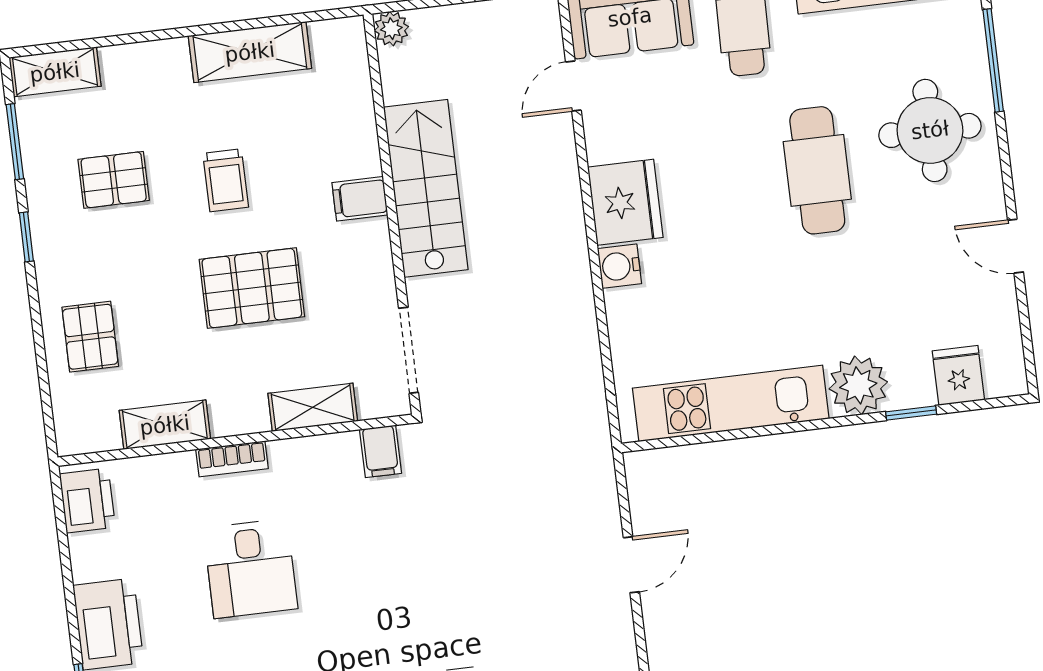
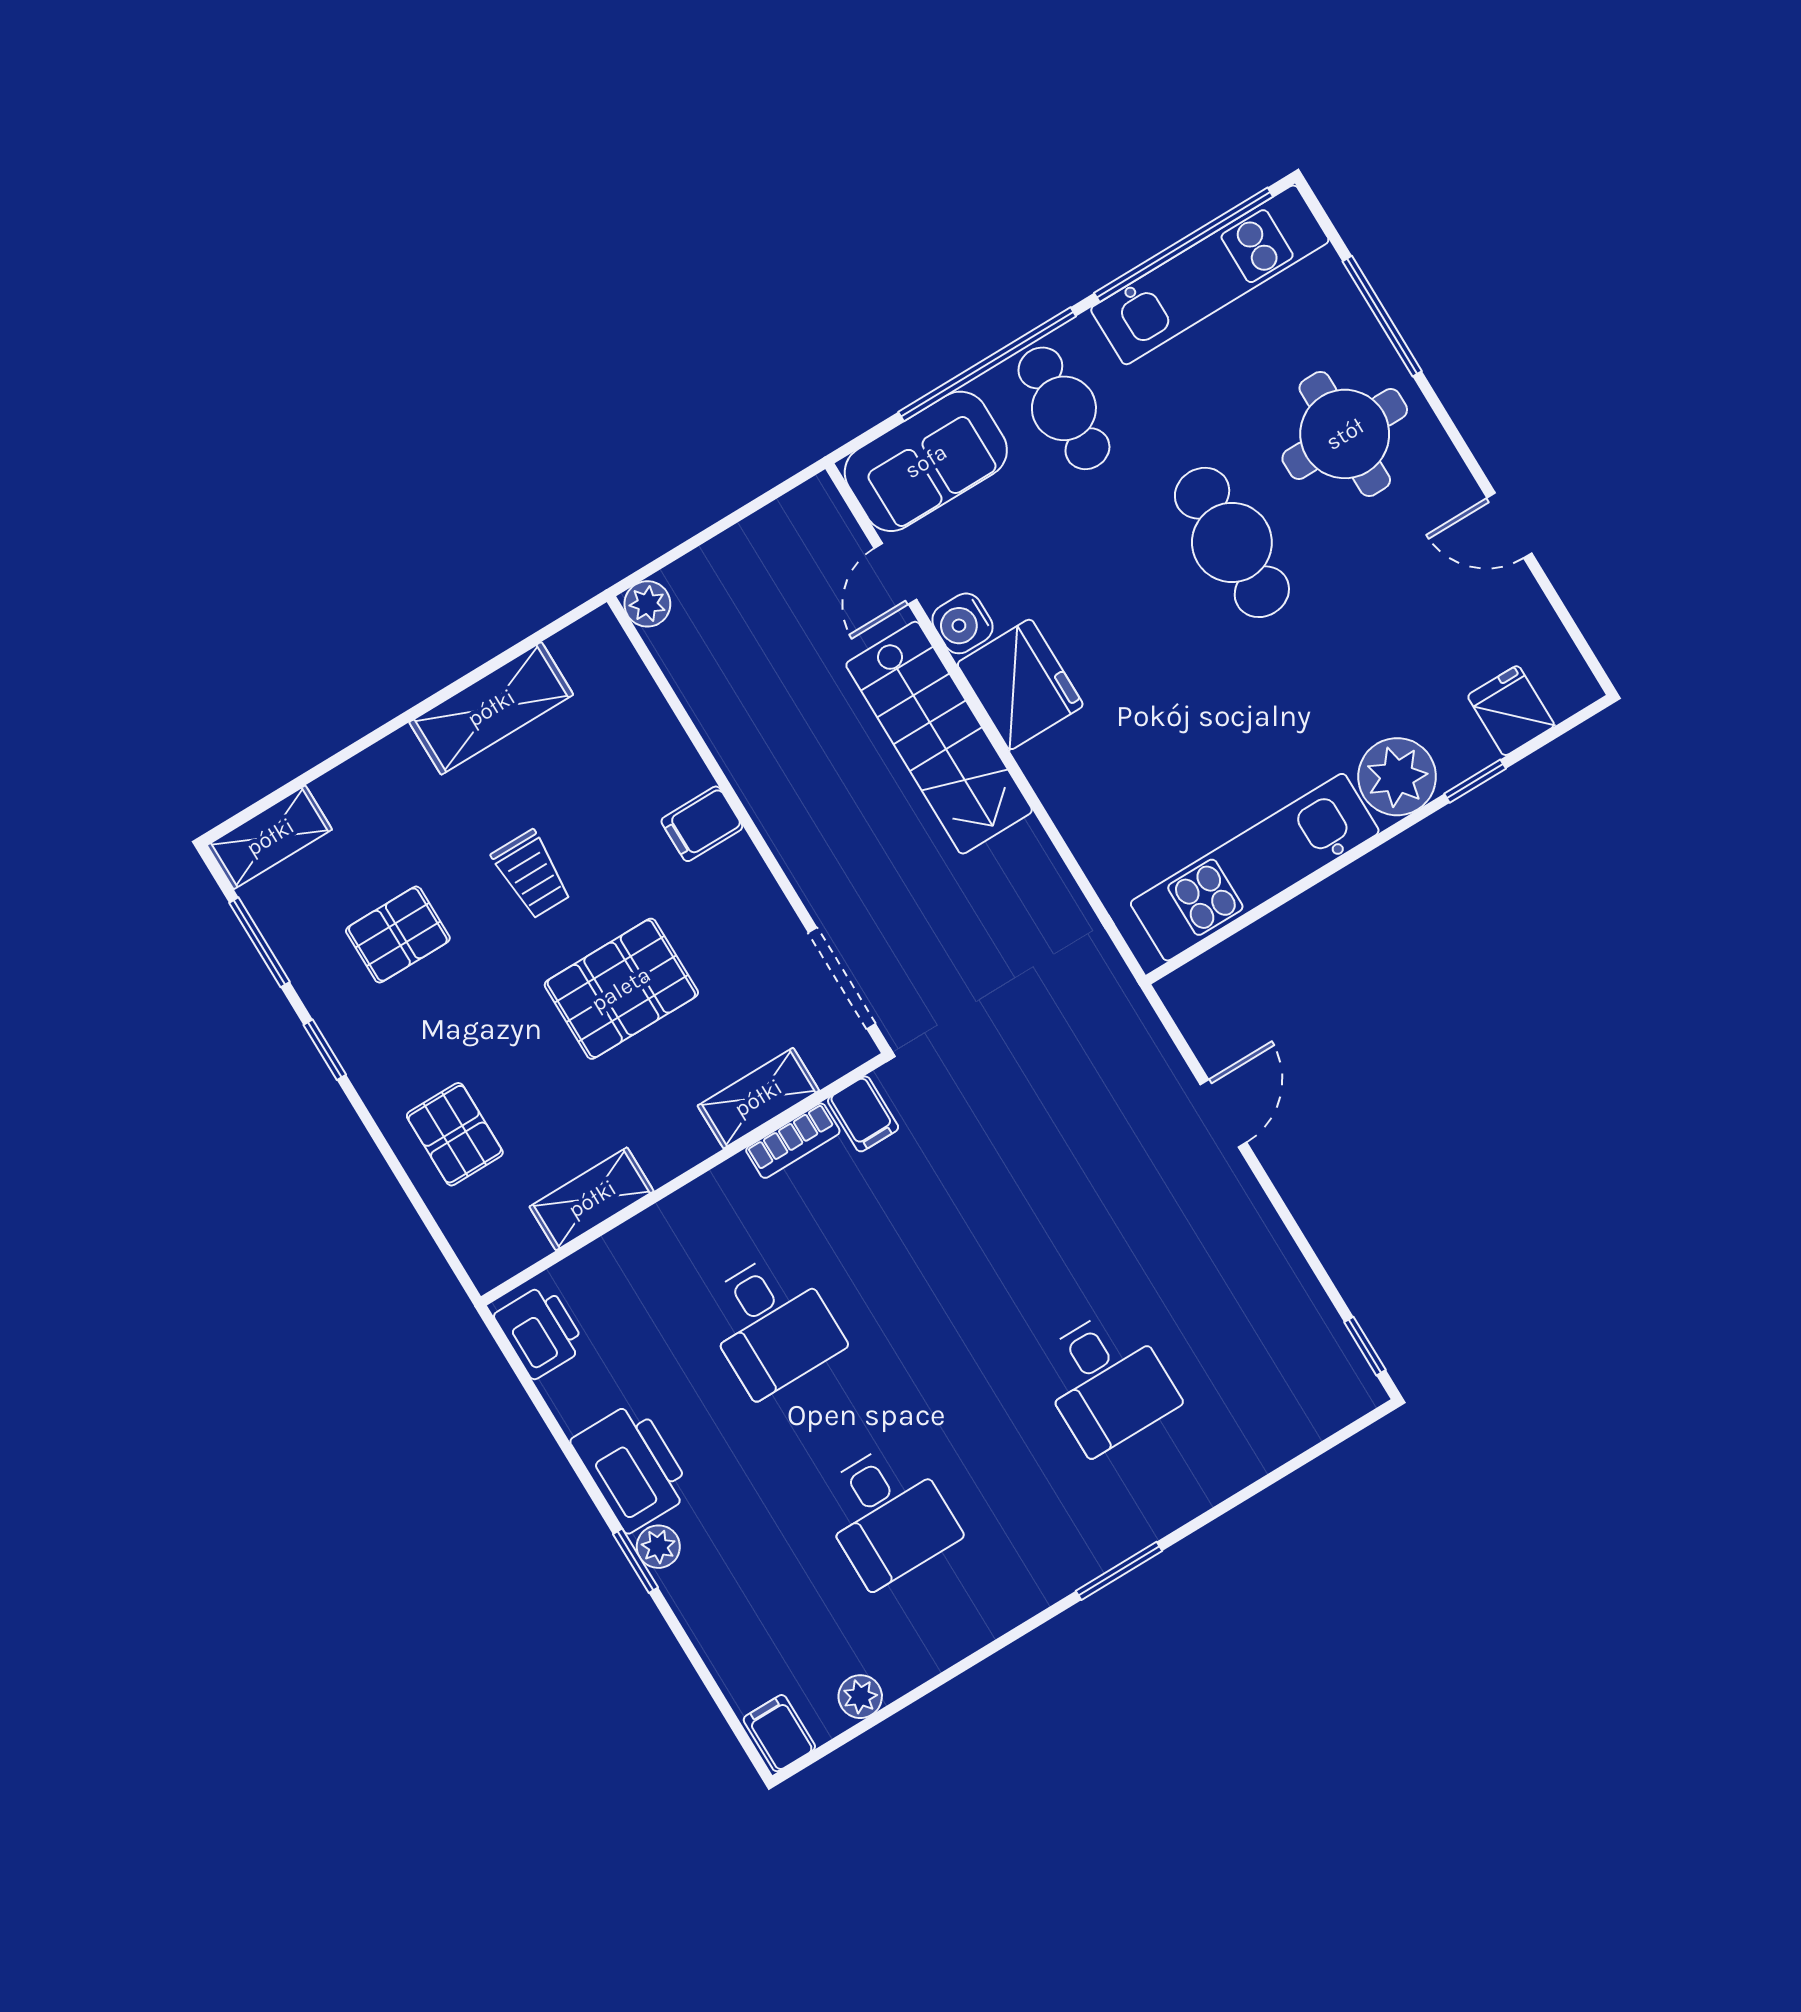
stairs: (426, 188) -> (939, 738), moved, turned 180
water cooler: (619, 266) -> (962, 623), moved
bookcase: (232, 459) -> (793, 1141), moved

